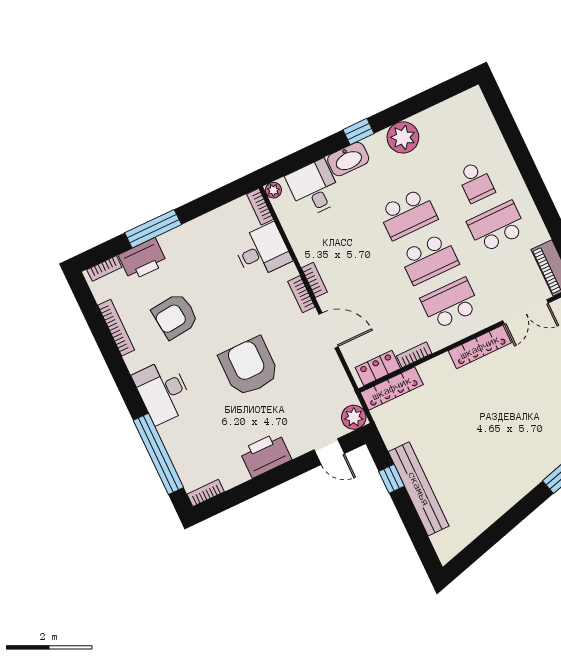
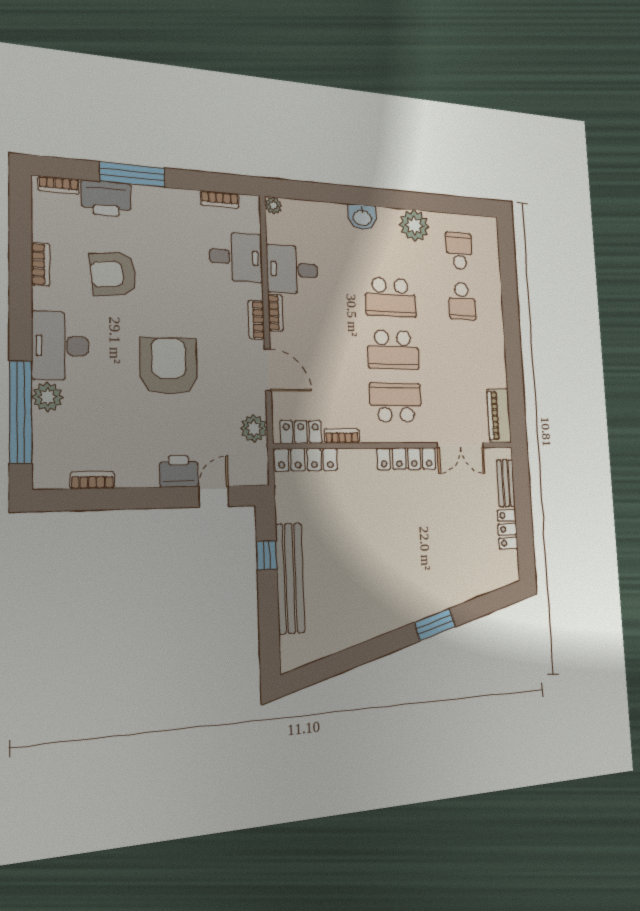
window: (359, 132) -> (377, 198), removed
washbasin: (348, 159) -> (362, 217), width x0.72
desk: (314, 188) -> (292, 270), moved, turned -90
bookcase: (260, 207) -> (220, 200), moved, turned -90
school desk: (497, 227) -> (459, 251), moved, width x0.54
bookcase: (116, 328) -> (41, 264), width x0.64
plant: (354, 417) -> (254, 428), moved
plant: (172, 434) -> (48, 397), added
door: (329, 452) -> (214, 496), swing flipped
printer: (265, 455) -> (179, 471), moved, width x0.73, depth x0.84
bookcase: (206, 493) -> (92, 480), moved

